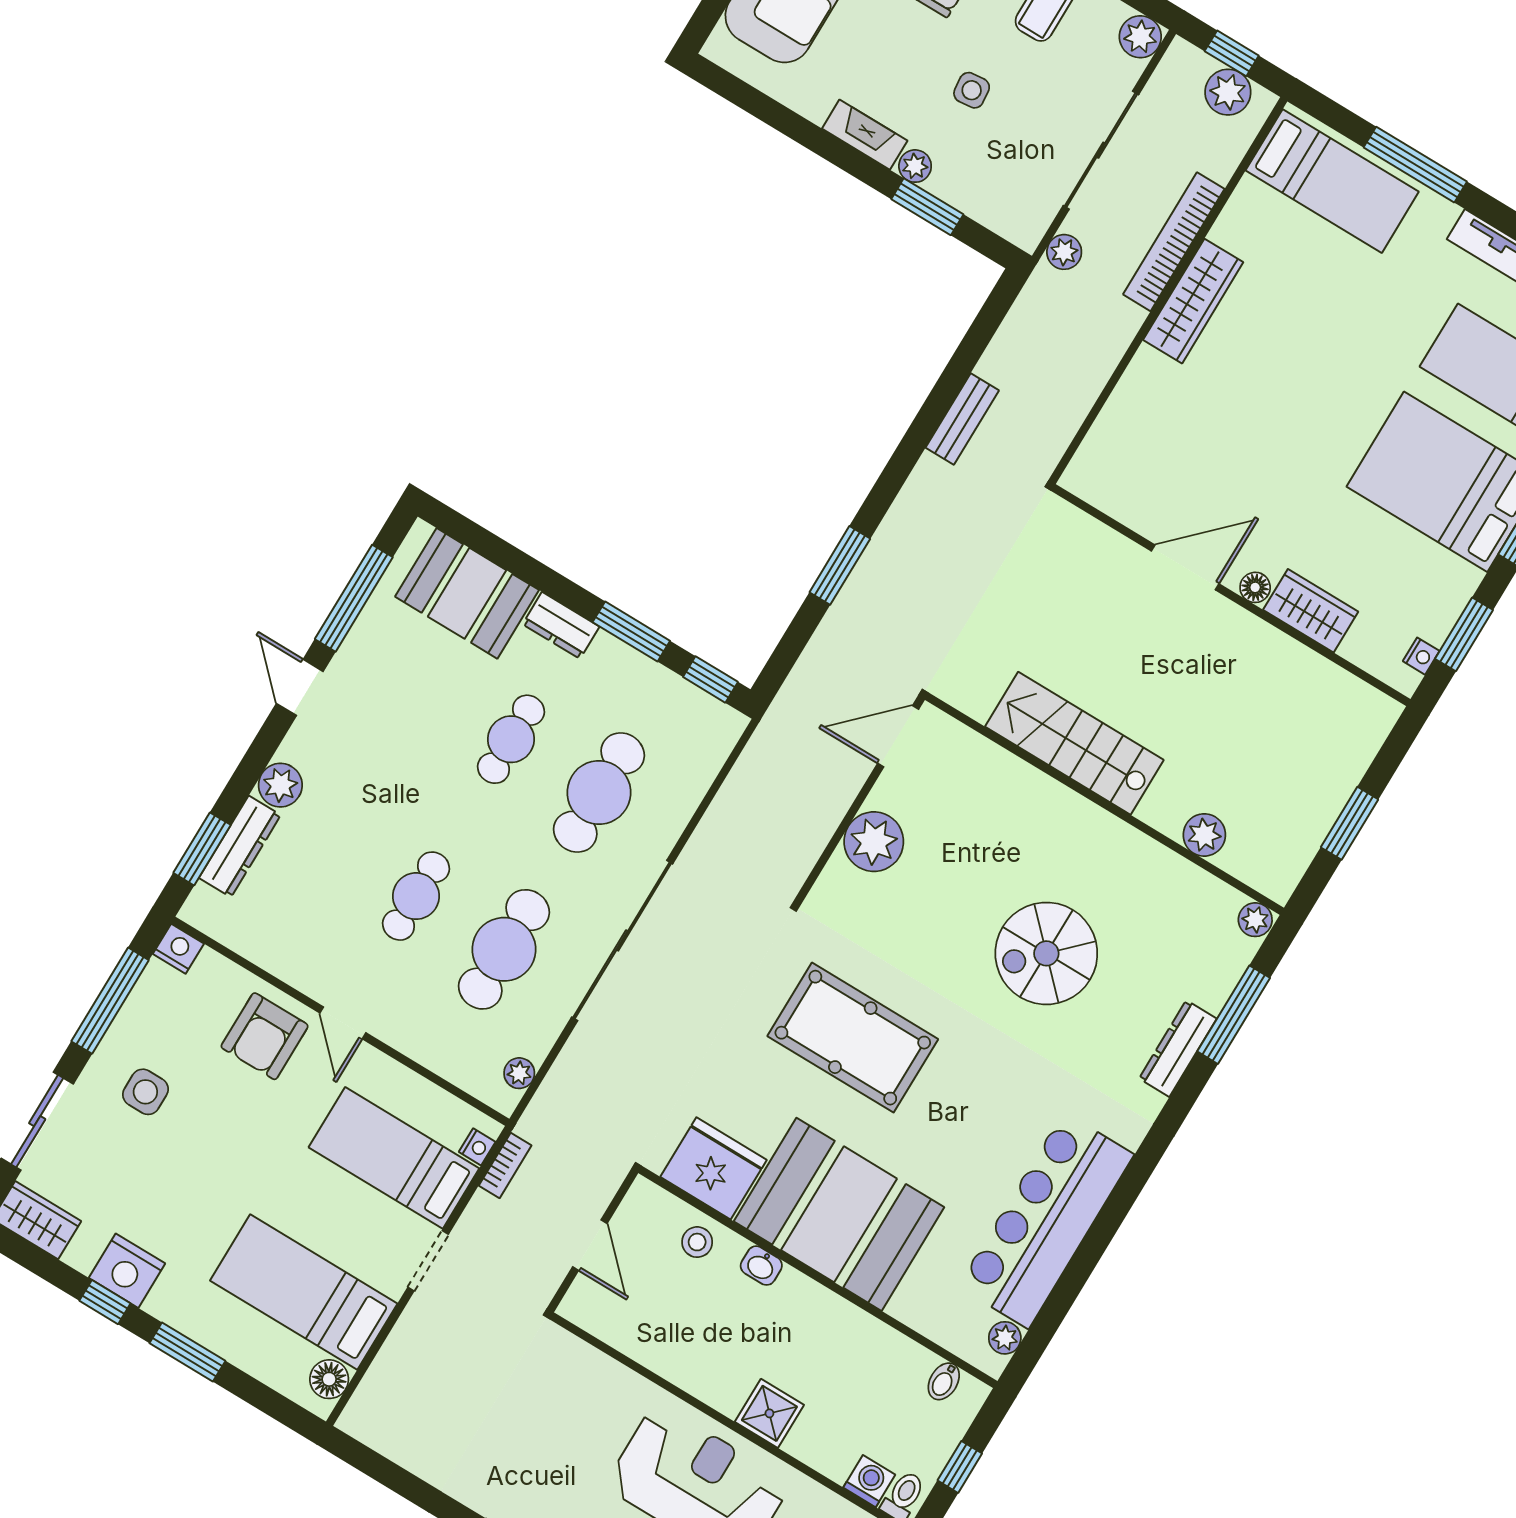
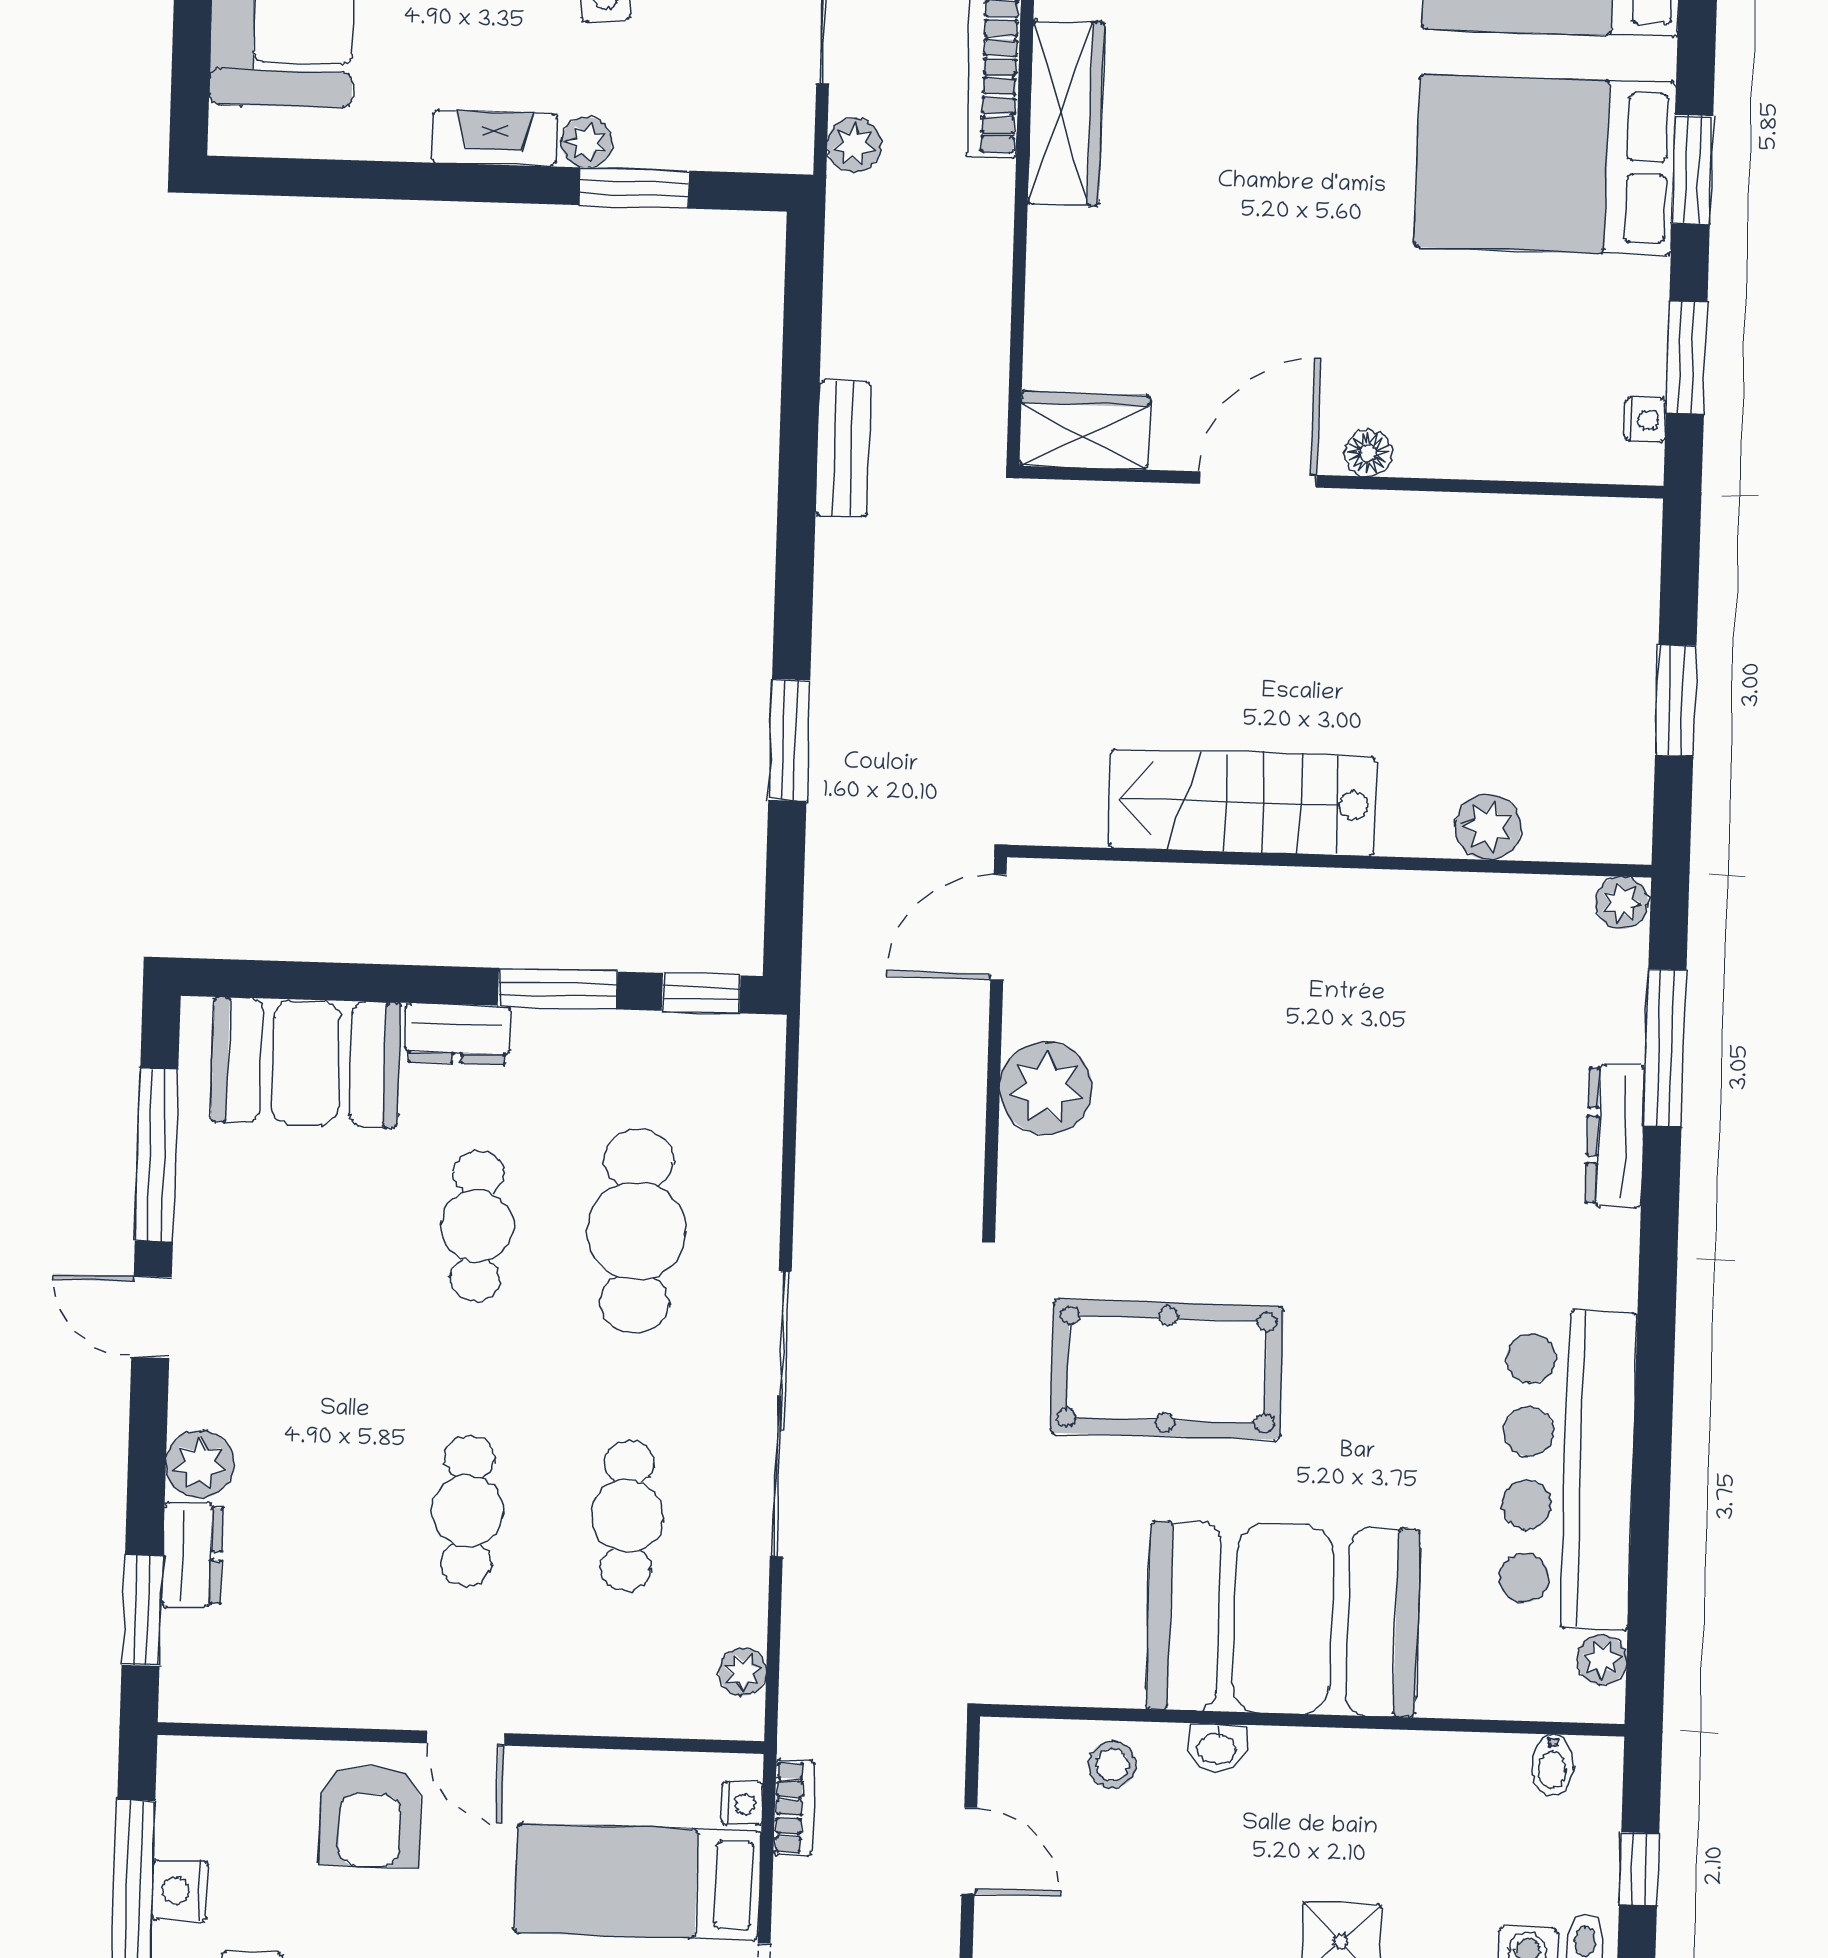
wardrobe: (1311, 611) -> (1085, 430), moved
dresser: (240, 846) -> (192, 1555), width x0.70
nightstand: (178, 949) -> (180, 1891), moved, turned -90
cafe table: (504, 949) -> (628, 1516), width x0.73, depth x0.74
spiral stairs: (1046, 953) -> (1365, 1108), removed
fridge: (714, 1168) -> (1078, 1653), removed

